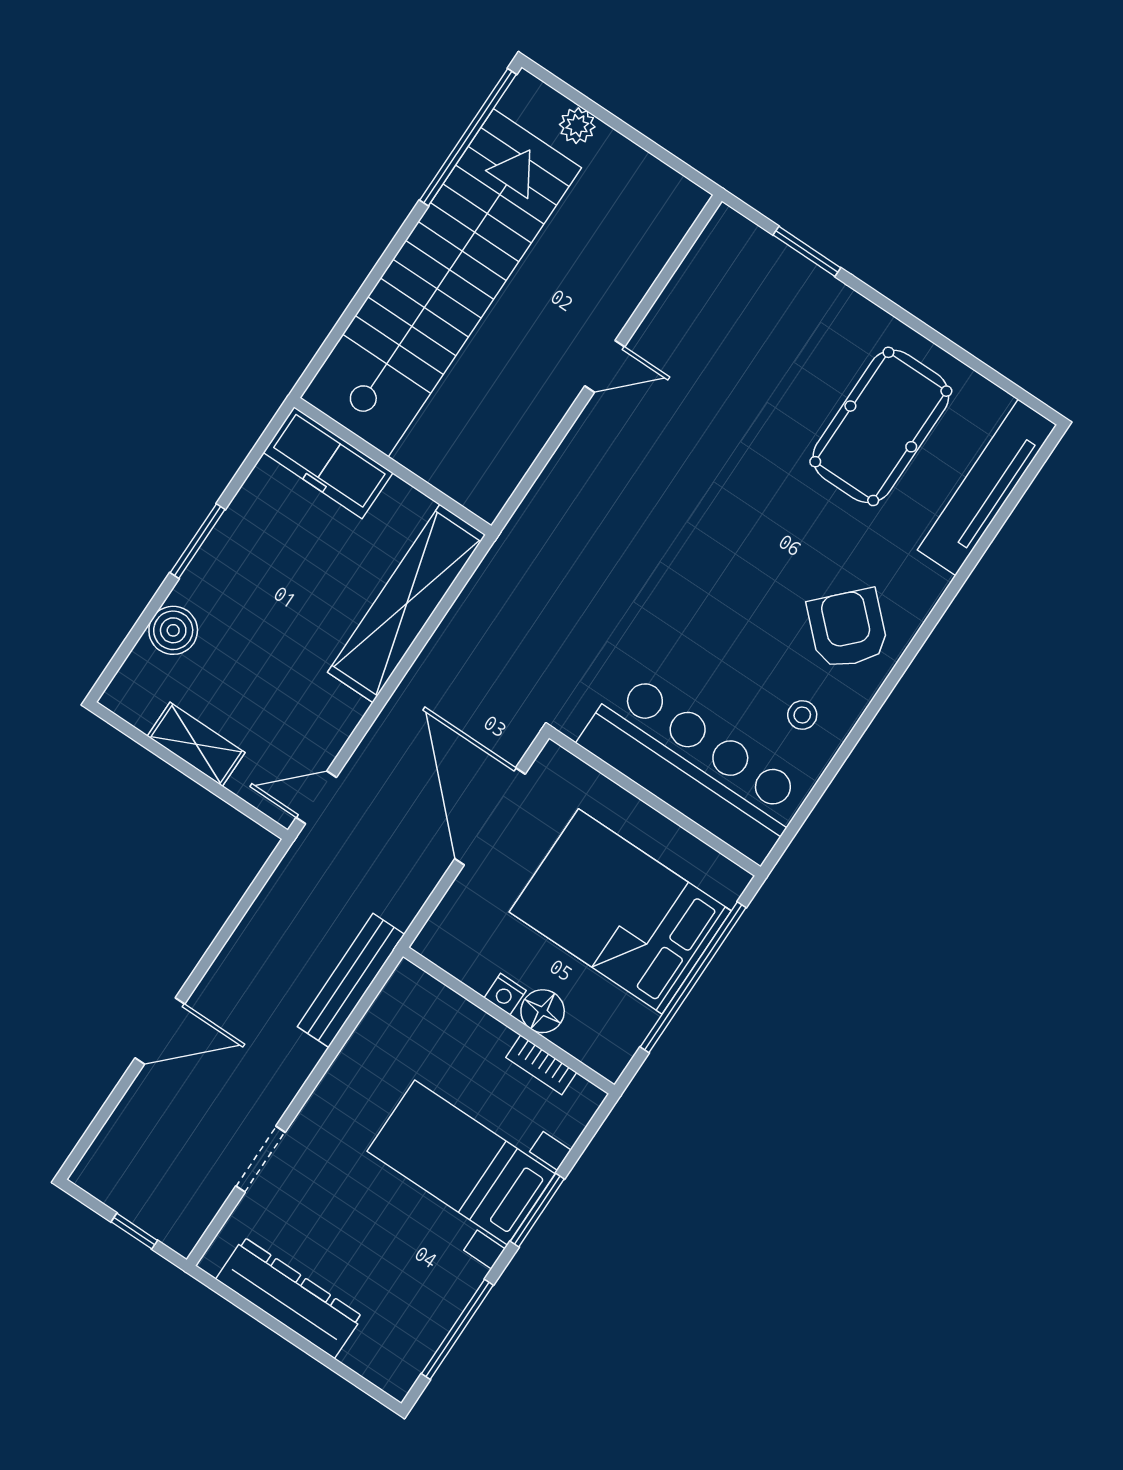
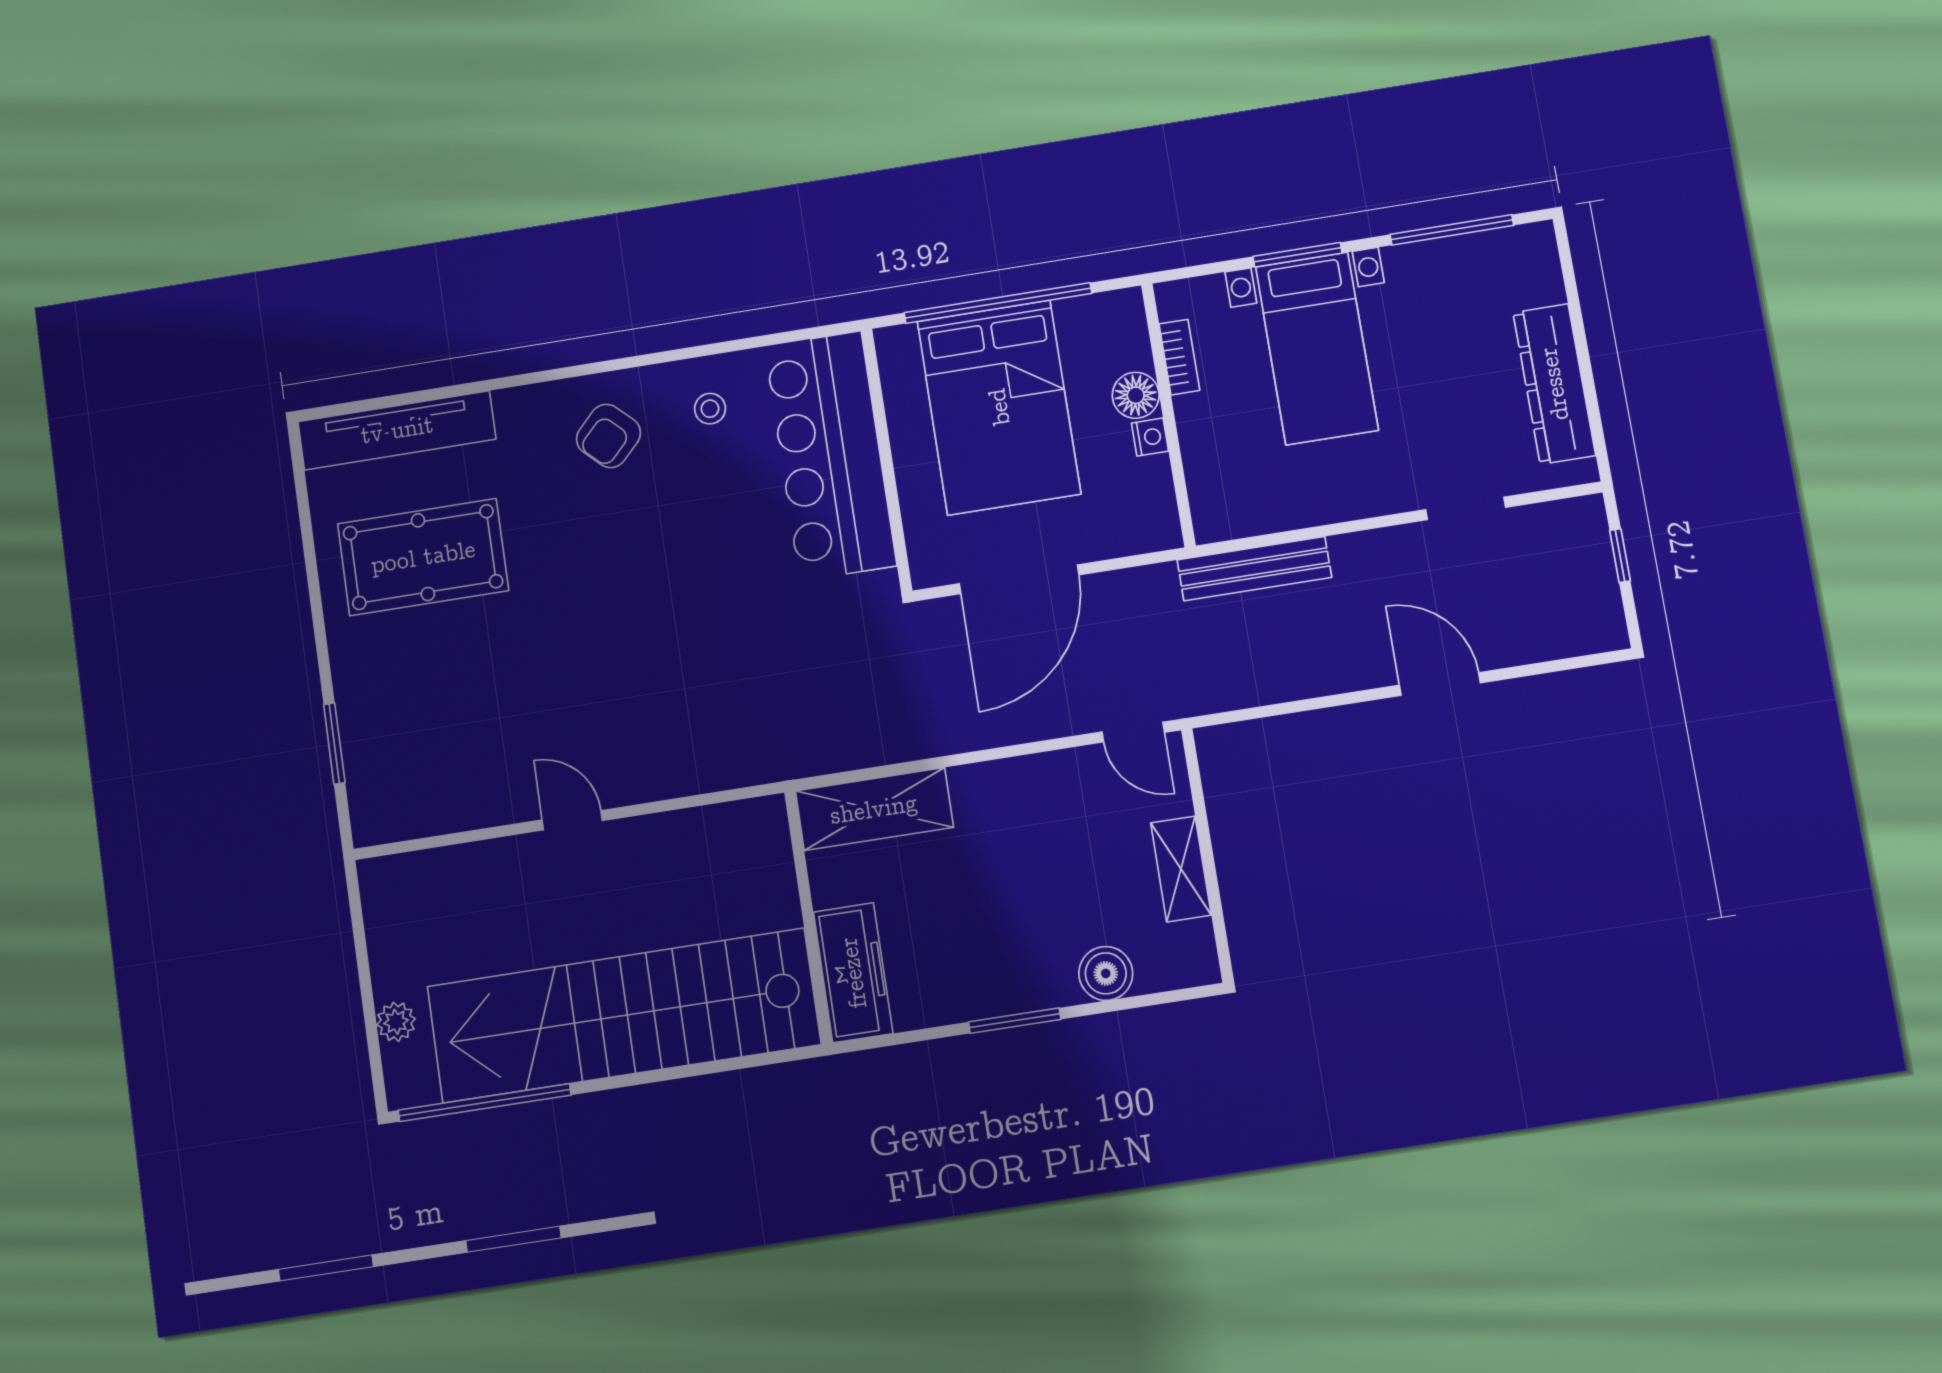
shelving: (407, 603) -> (874, 809), width x0.68
armchair: (848, 629) -> (608, 436), width x0.72, depth x0.72

